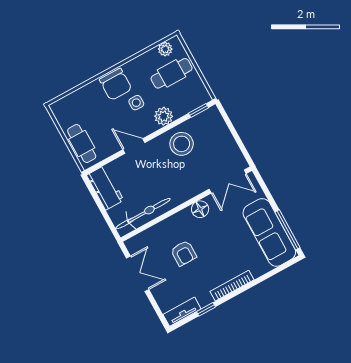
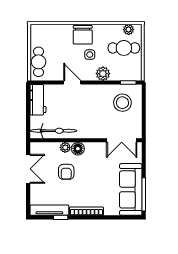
stool: (182, 144) -> (122, 103), moved
floor lamp: (200, 209) -> (78, 149), moved
plant: (167, 226) -> (65, 147), added
tv unit: (182, 312) -> (49, 210), width x1.41

